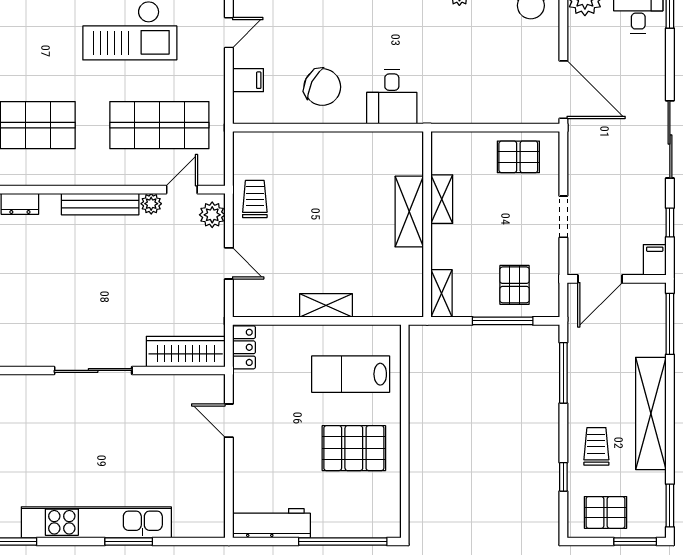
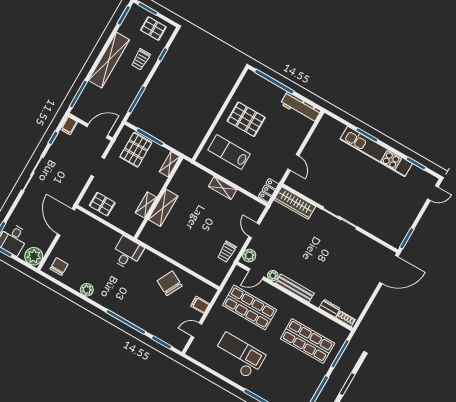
desk: (392, 97) -> (127, 253), moved
pallet: (515, 285) -> (136, 150), width x1.50, depth x1.42
lab bench: (351, 374) -> (229, 152), turned 180

